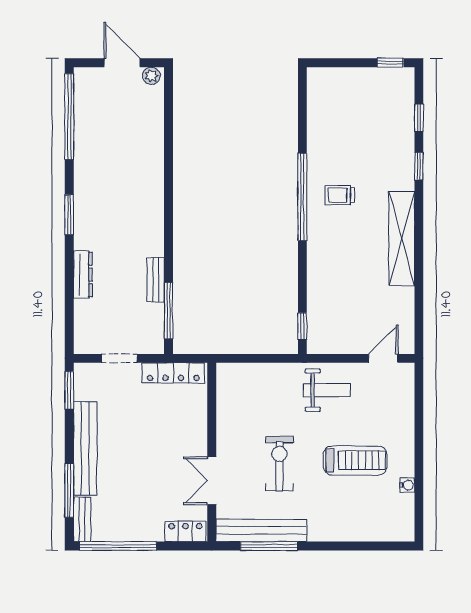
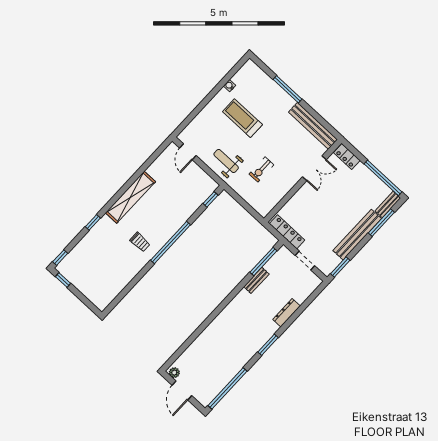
window: (419, 118) -> (60, 258), moved
window: (302, 197) -> (170, 242), moved
door: (383, 358) -> (188, 152), hinge flipped
exercise bike: (279, 464) -> (261, 169), moved, width x0.73, depth x0.72
window: (269, 546) -> (288, 89), moved

